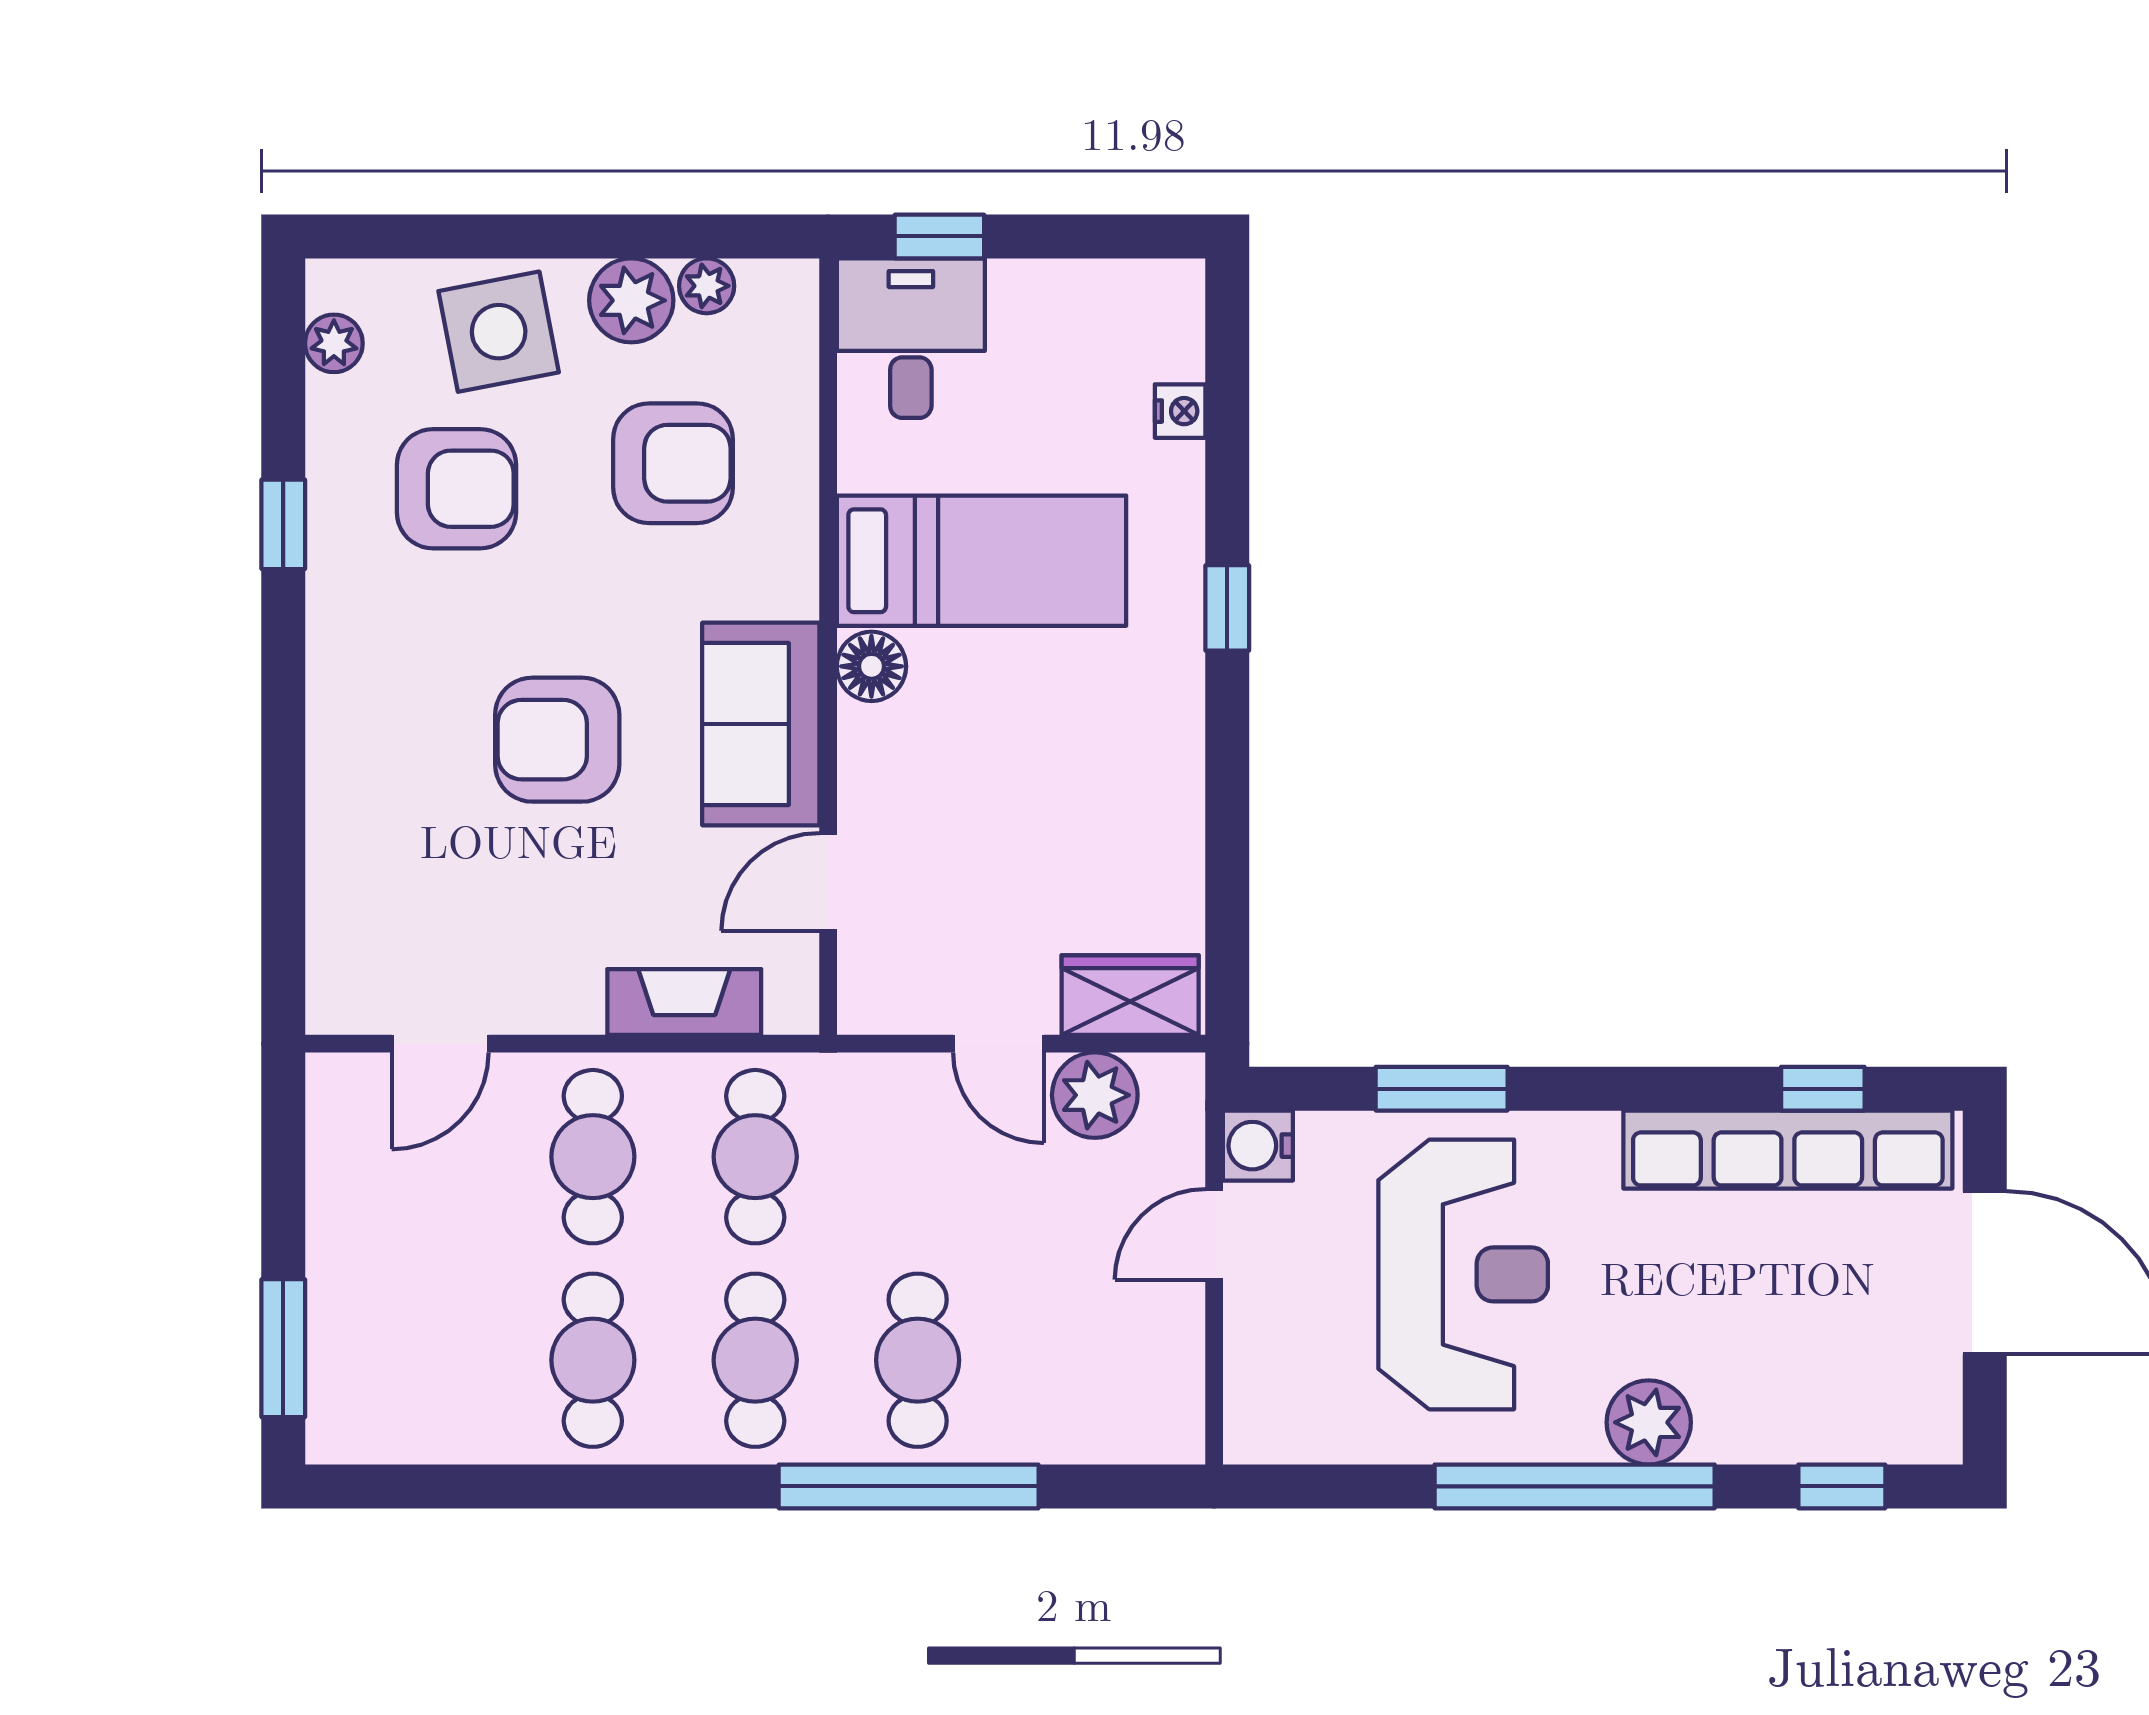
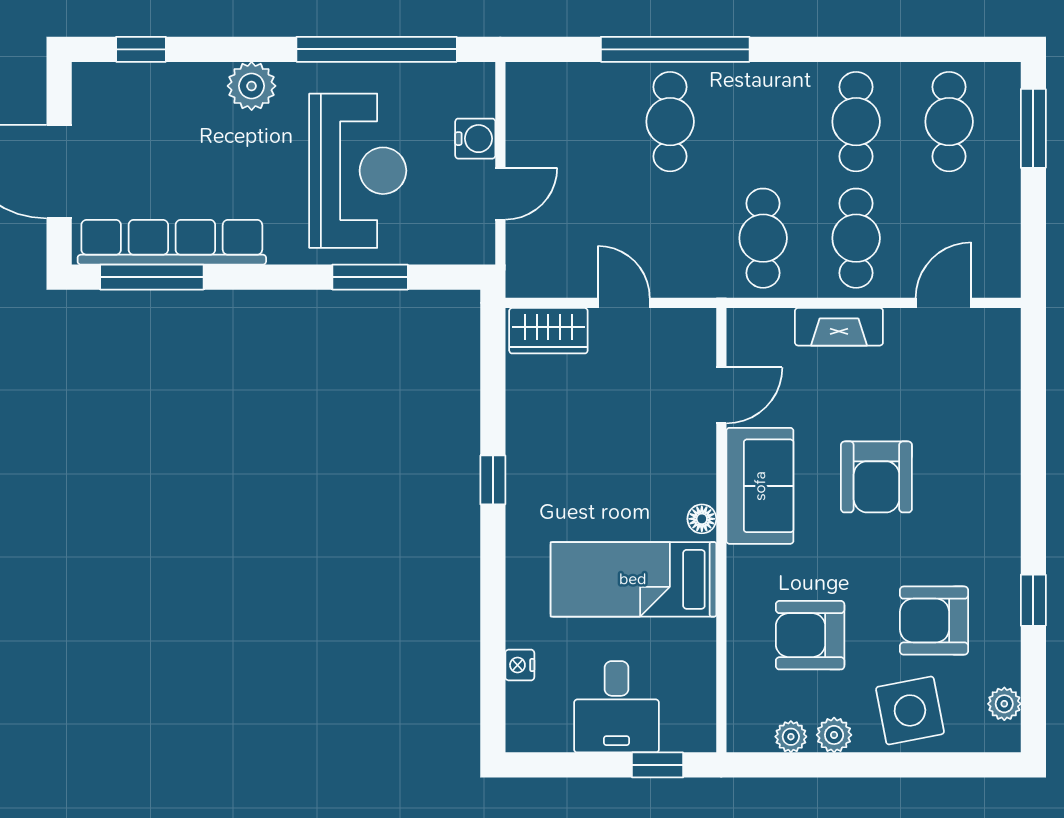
plant: (631, 300) -> (834, 735), width x0.73, depth x0.73
desk: (911, 338) -> (616, 707), moved
window: (1227, 608) -> (493, 480), moved
floor lamp: (871, 666) -> (702, 519), width x0.73, depth x0.73
armchair: (557, 740) -> (876, 477), turned 90
fireplace: (684, 1002) -> (839, 327), moved
window: (1823, 1089) -> (152, 277), width x2.17
plant: (1095, 1095) -> (569, 273), removed
water cooler: (1258, 1146) -> (475, 139), moved
reception desk: (1463, 1274) -> (358, 171), turned 180
cafe table: (755, 1360) -> (949, 122), moved
window: (1575, 1486) -> (377, 49), moved

